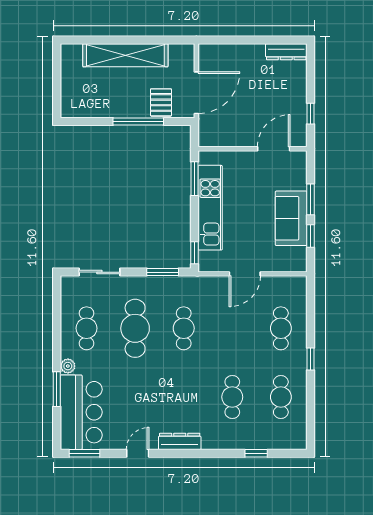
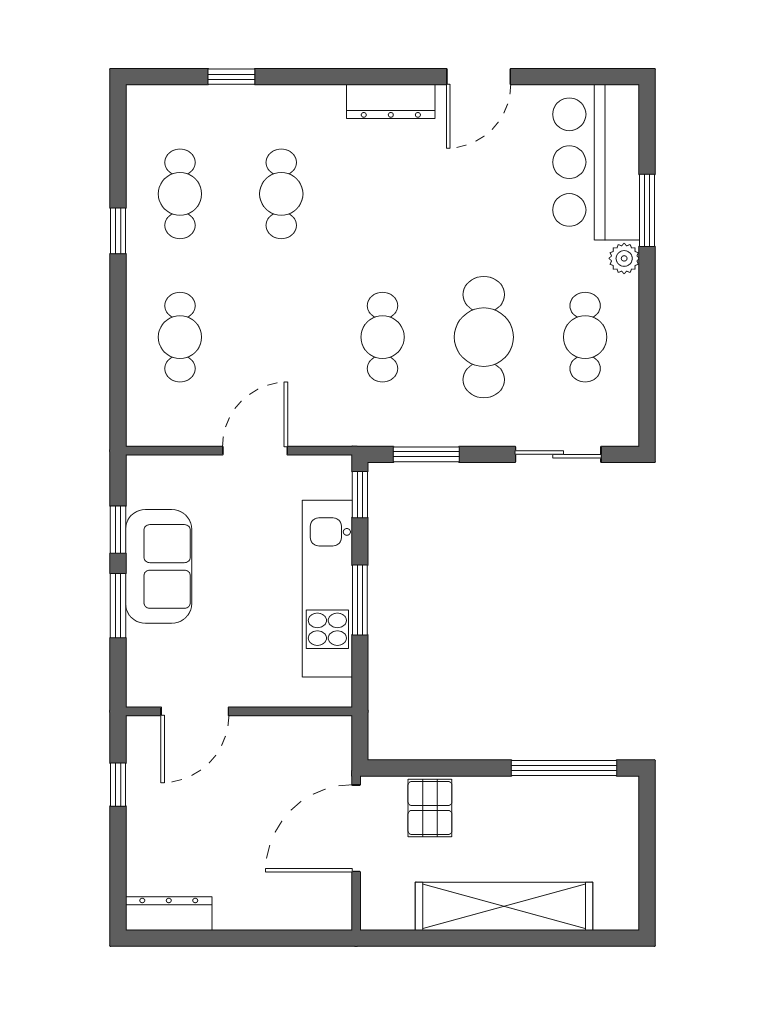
window: (138, 122) -> (564, 768), moved
window: (195, 179) -> (360, 600), moved
window: (311, 359) -> (118, 231), moved
window: (84, 453) -> (589, 77), removed
door: (138, 453) -> (479, 77), width x1.38

